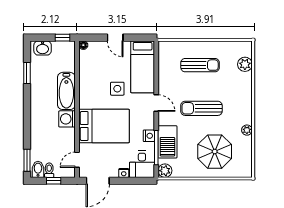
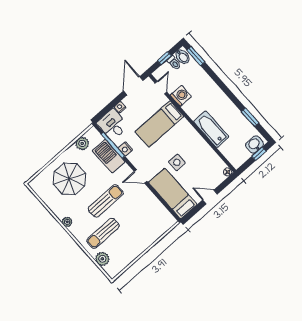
window: (63, 38) -> (259, 154), moved
sun lounger: (200, 65) -> (103, 233), moved
washing machine: (67, 119) -> (181, 96), moved
bed: (104, 126) -> (159, 124), width x0.67
plant: (247, 130) -> (67, 222), moved
plant: (165, 171) -> (82, 143), moved

